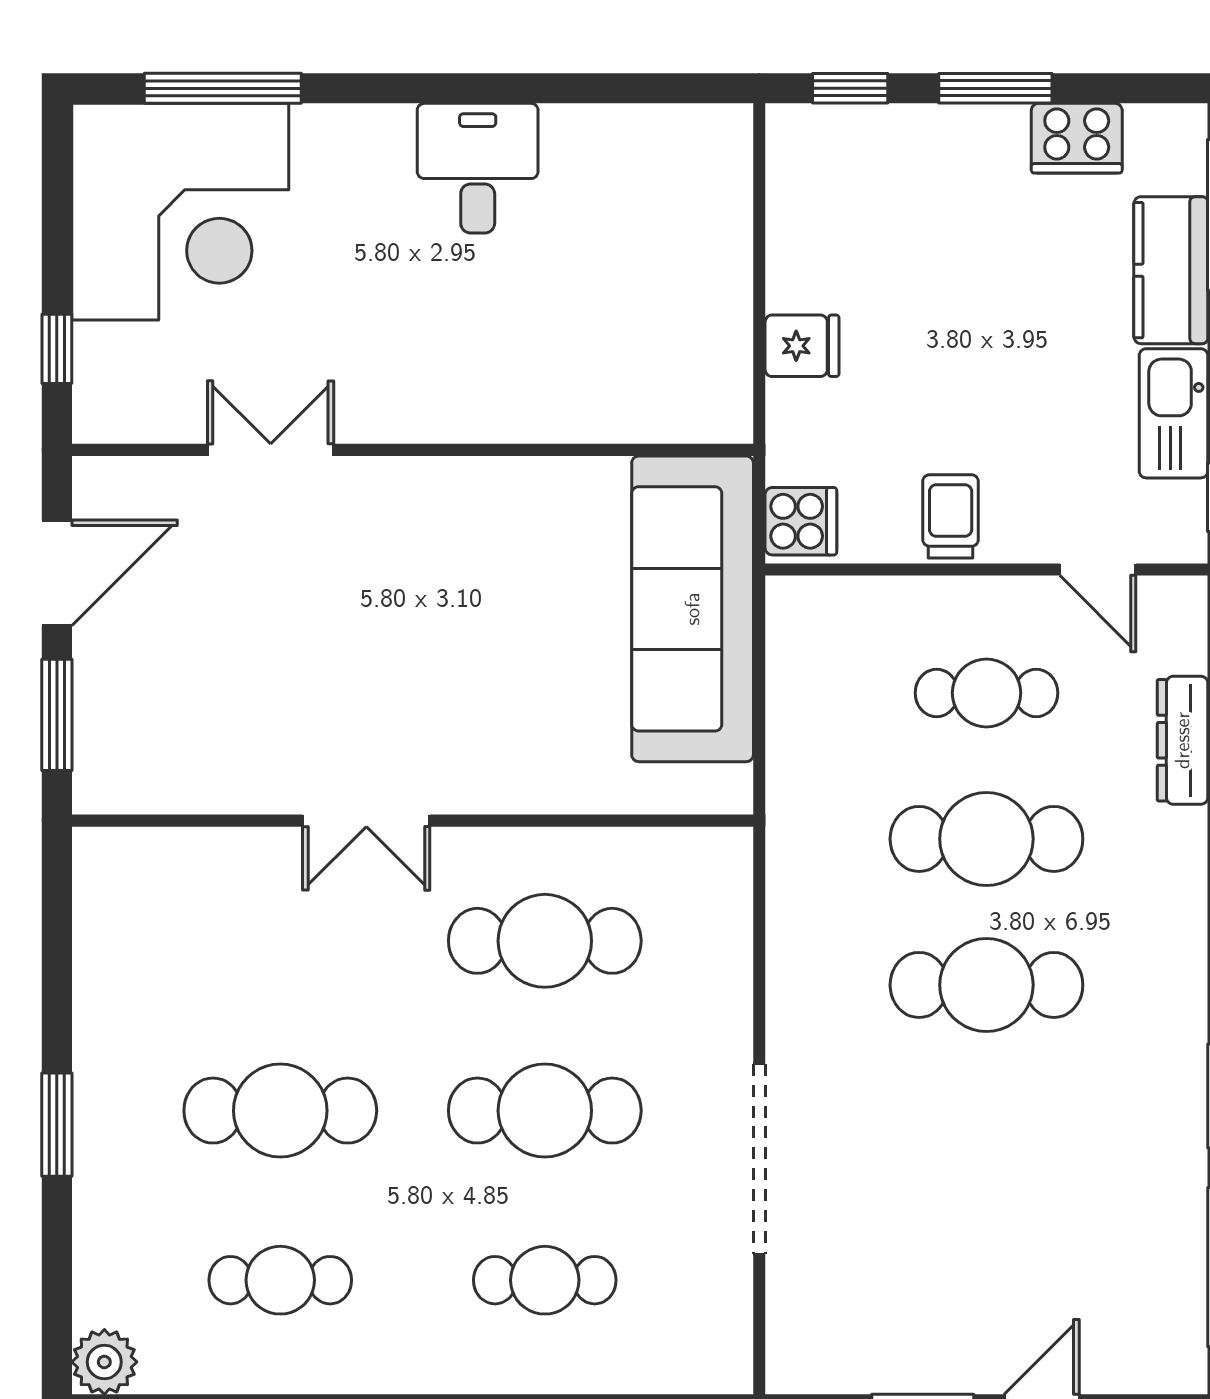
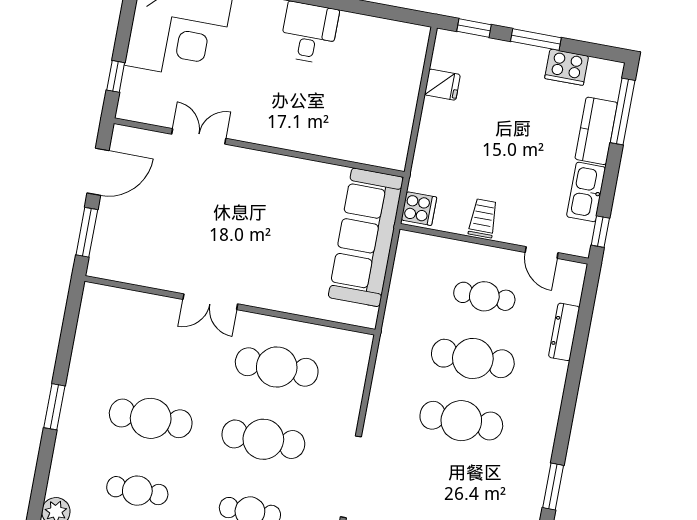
fridge: (802, 346) -> (442, 85), moved

